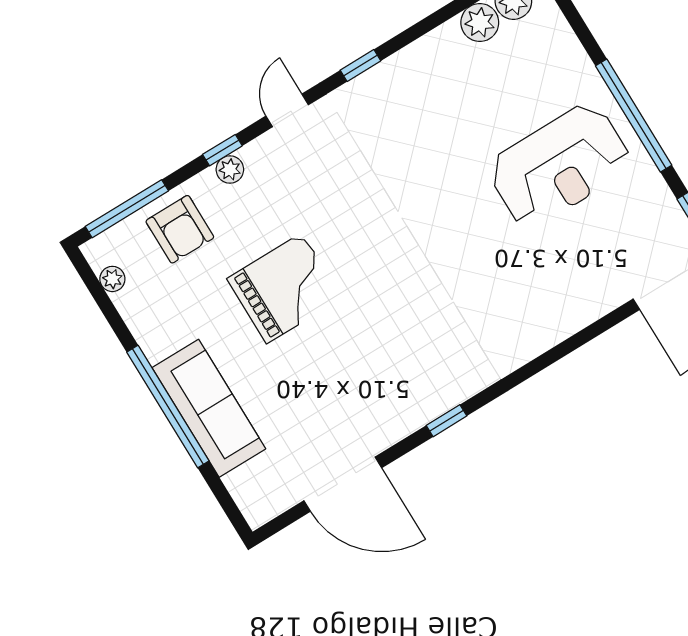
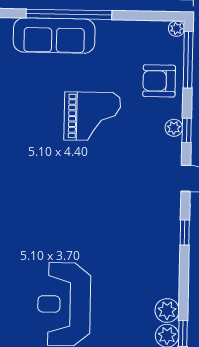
plant: (112, 279) -> (176, 29), moved
grand piano: (284, 288) -> (92, 116), turned -90

